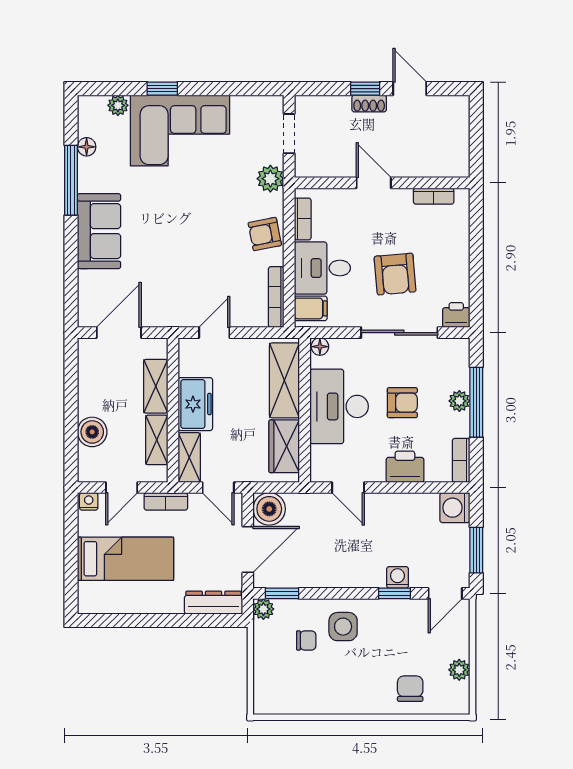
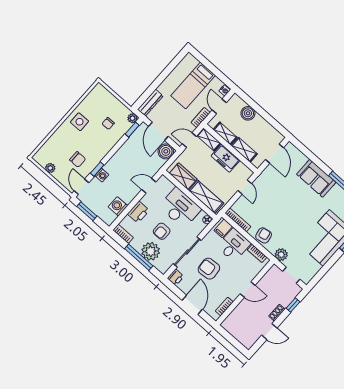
window: (365, 89) -> (293, 305), moved
door: (476, 250) -> (192, 305), added
plant: (459, 401) -> (151, 251), width x1.88, depth x1.88
washing machine: (455, 508) -> (118, 206), moved, turned -90
side table: (343, 627) -> (79, 122), moved
chair: (410, 689) -> (78, 159), moved

